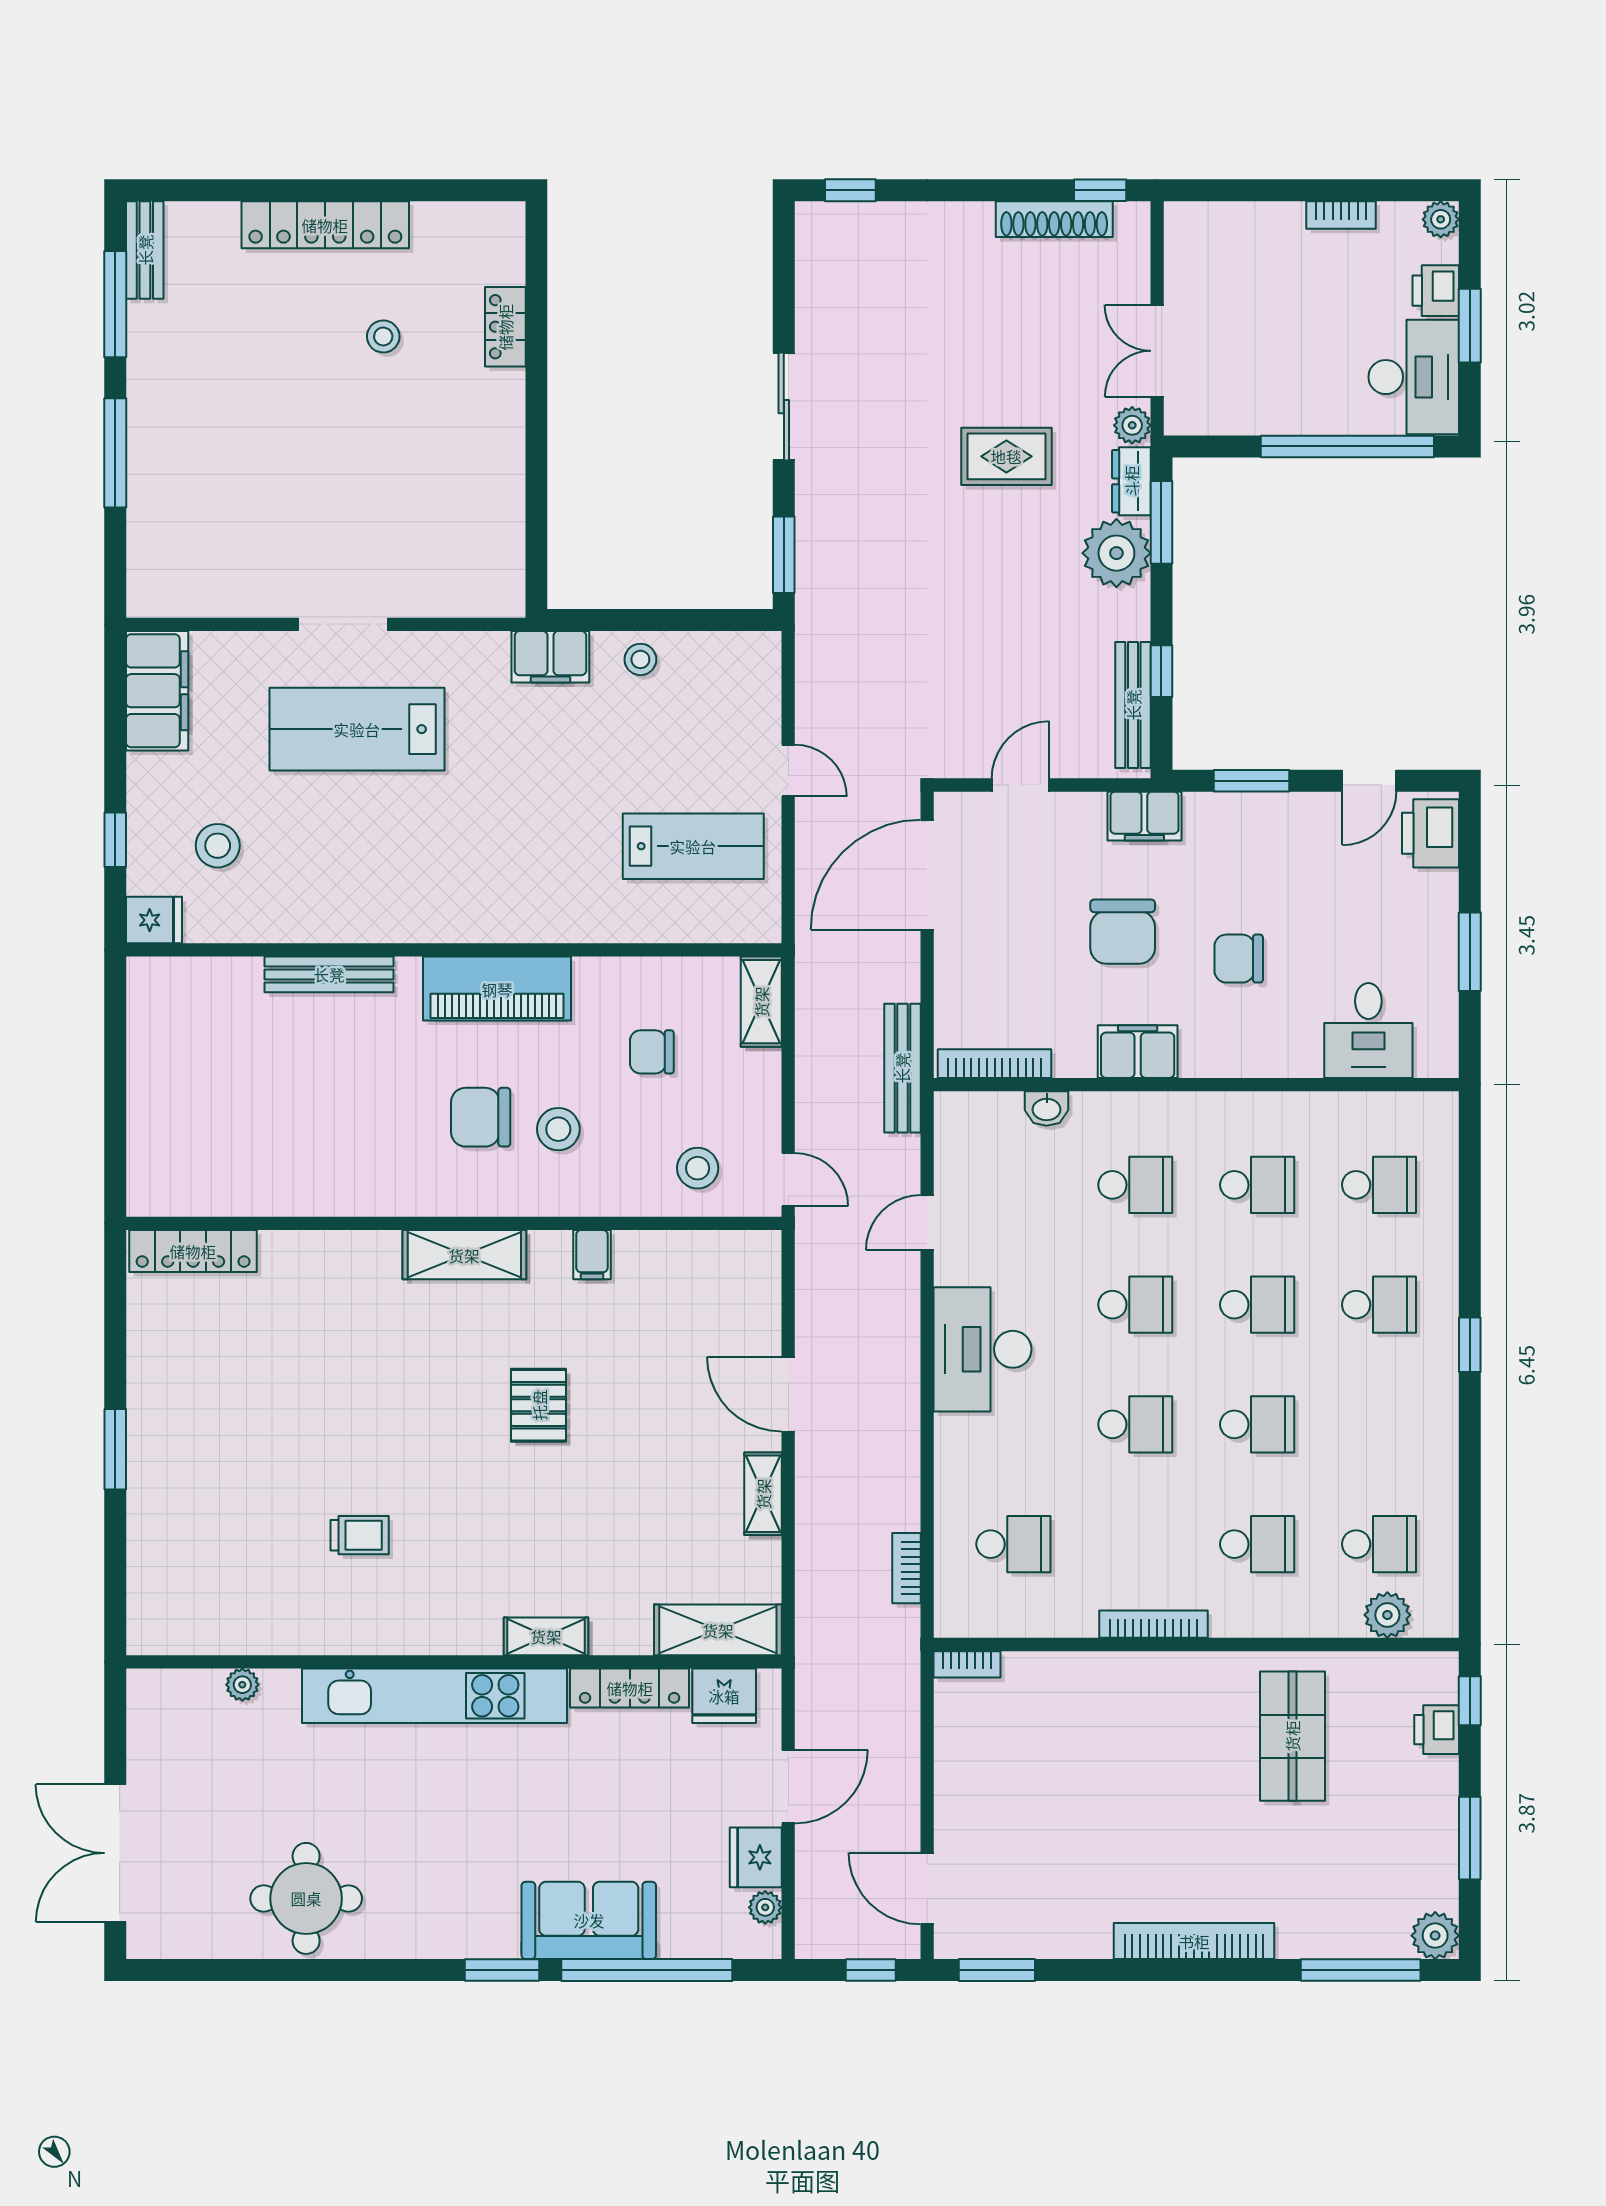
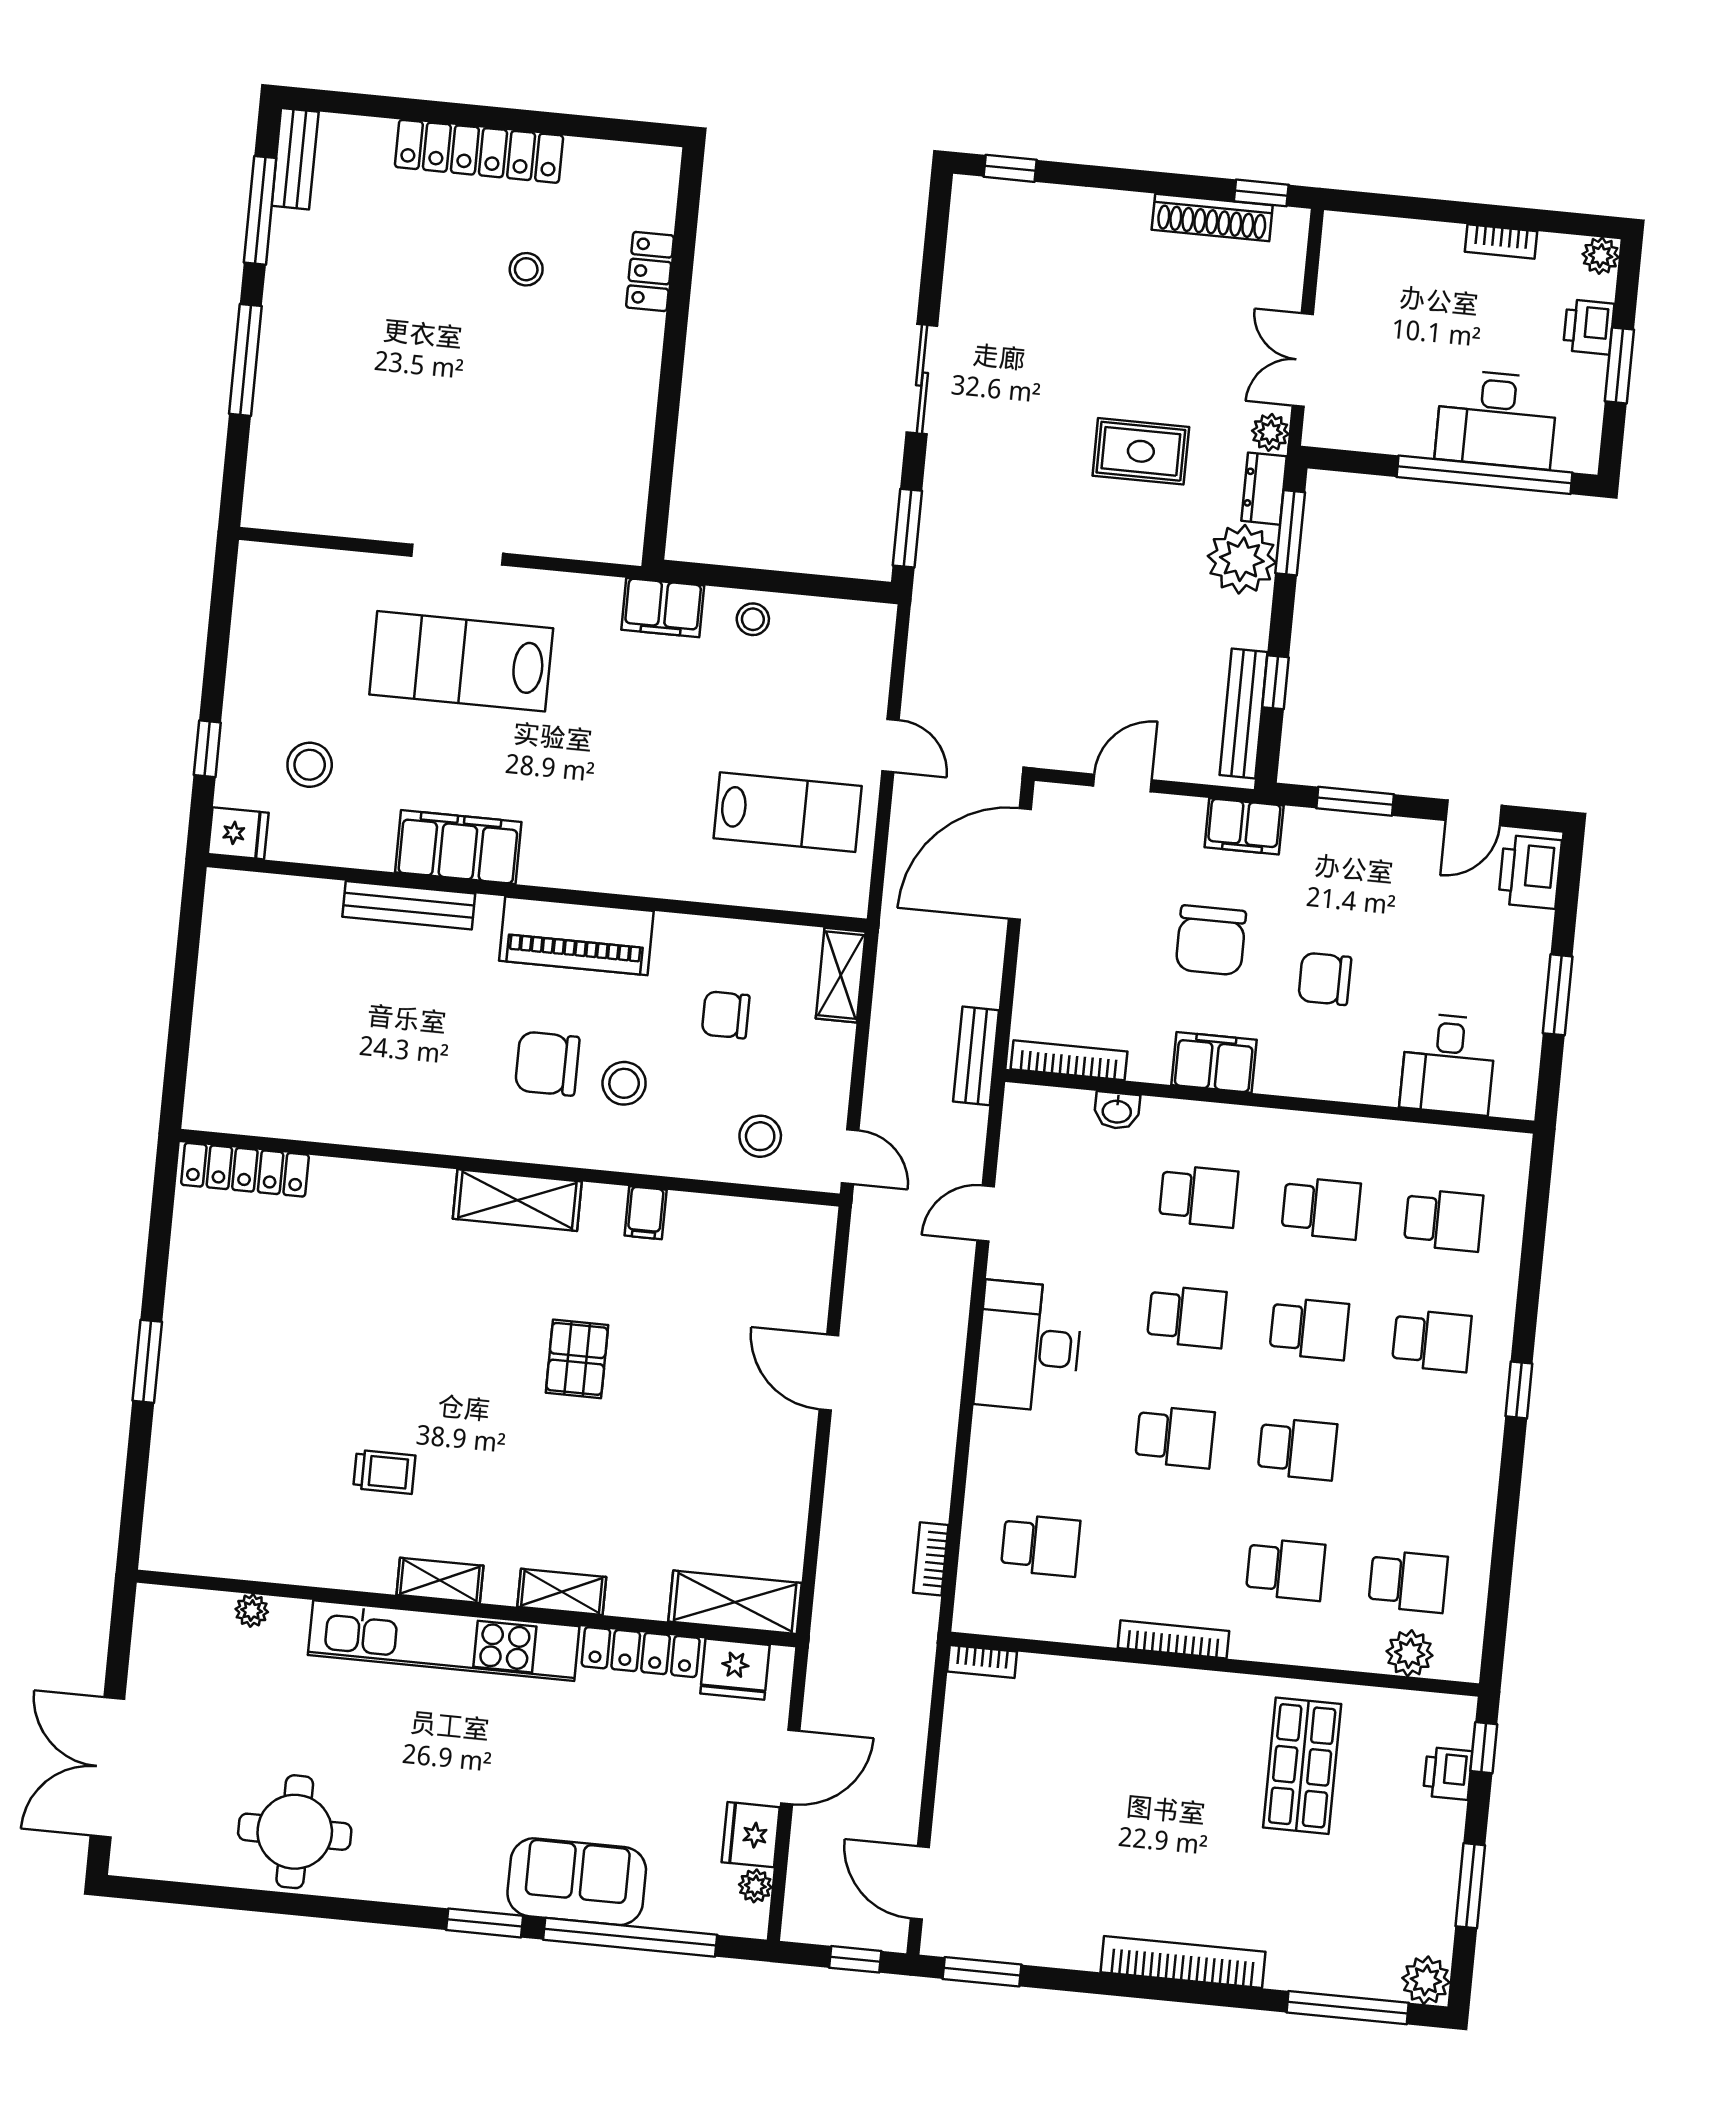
desk: (1414, 377) -> (1496, 419), moved, turned 90
filing cabinet: (157, 691) -> (458, 847), moved, turned -90
bench: (902, 1068) -> (976, 1056), width x0.73
shelving: (763, 1494) -> (440, 1580), moved, turned 90

